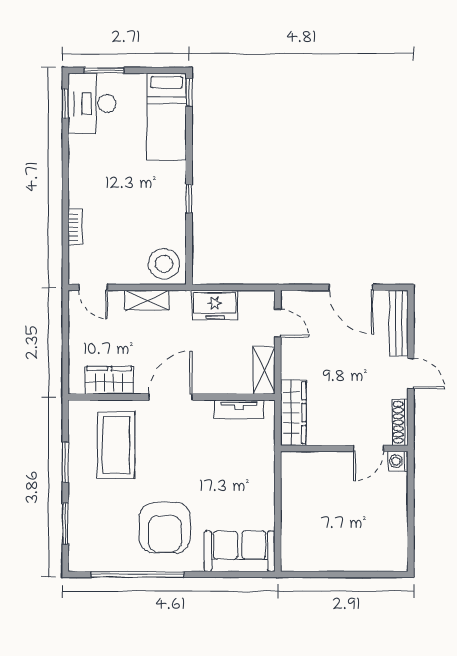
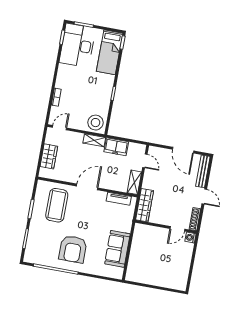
desk: (92, 104) -> (77, 45), width x1.36, depth x1.30
door: (93, 287) -> (60, 128), swing flipped
shelving: (147, 300) -> (94, 140), moved
wardrobe: (109, 380) -> (49, 156), moved, turned 90
sofa: (240, 551) -> (117, 249), moved, turned -90

